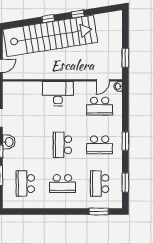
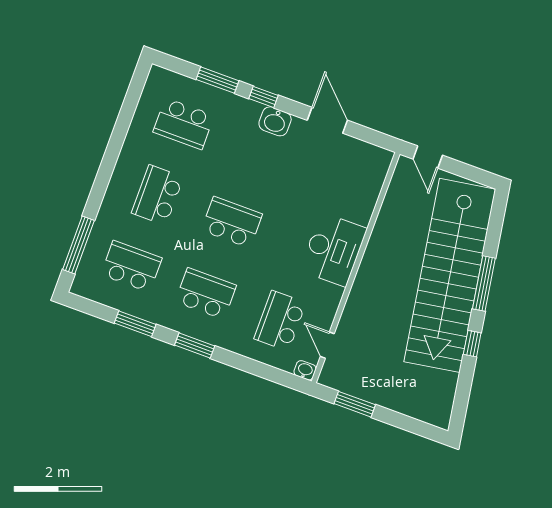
window: (48, 19) -> (484, 284), width x2.17
school desk: (100, 145) -> (206, 294), turned 90
window: (125, 183) -> (135, 324), moved
school desk: (25, 184) -> (184, 124), turned 180
window: (99, 211) -> (78, 245), width x1.44

